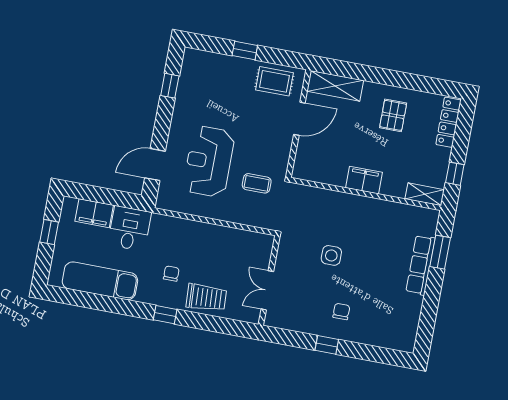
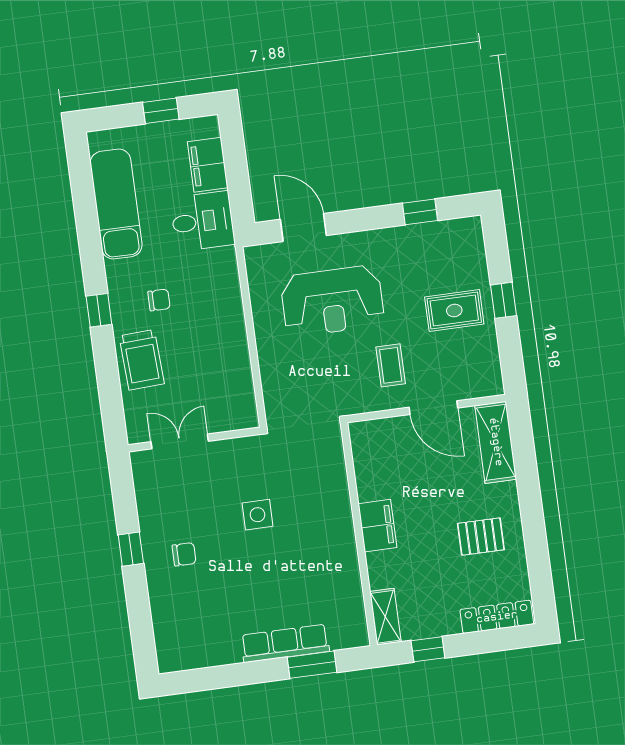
rug: (274, 81) -> (454, 310), moved, turned 90
reception desk: (209, 161) -> (332, 301), turned 180
coffee table: (257, 183) -> (391, 365), moved

